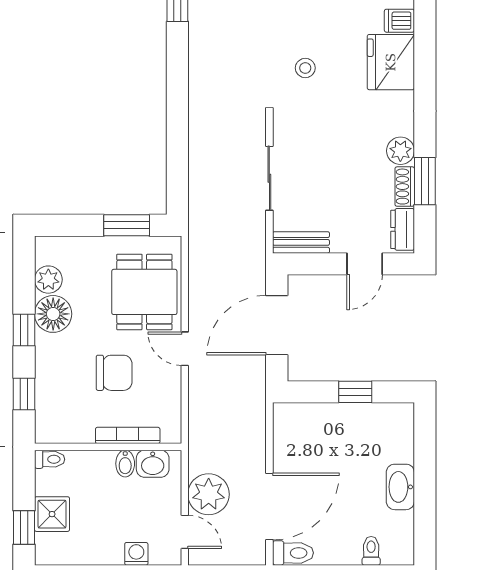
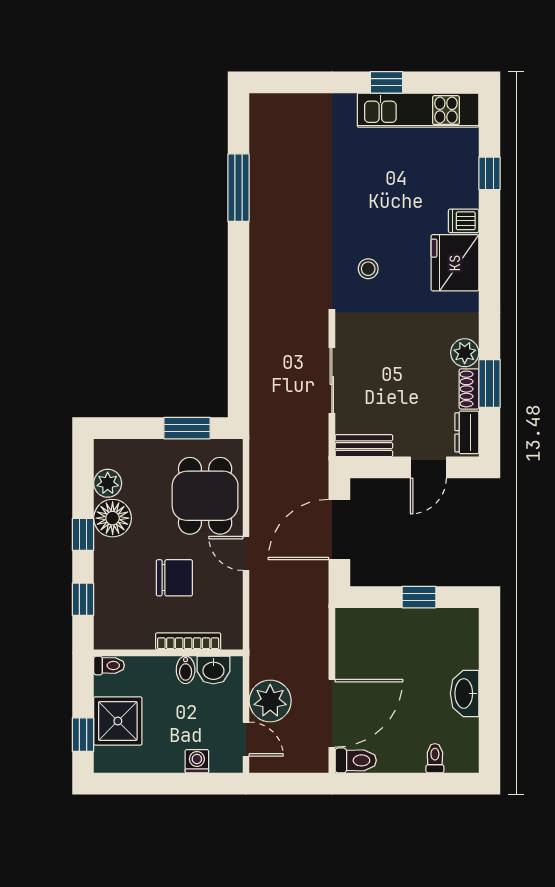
shower: (52, 514) -> (118, 721), width x1.36, depth x1.36

